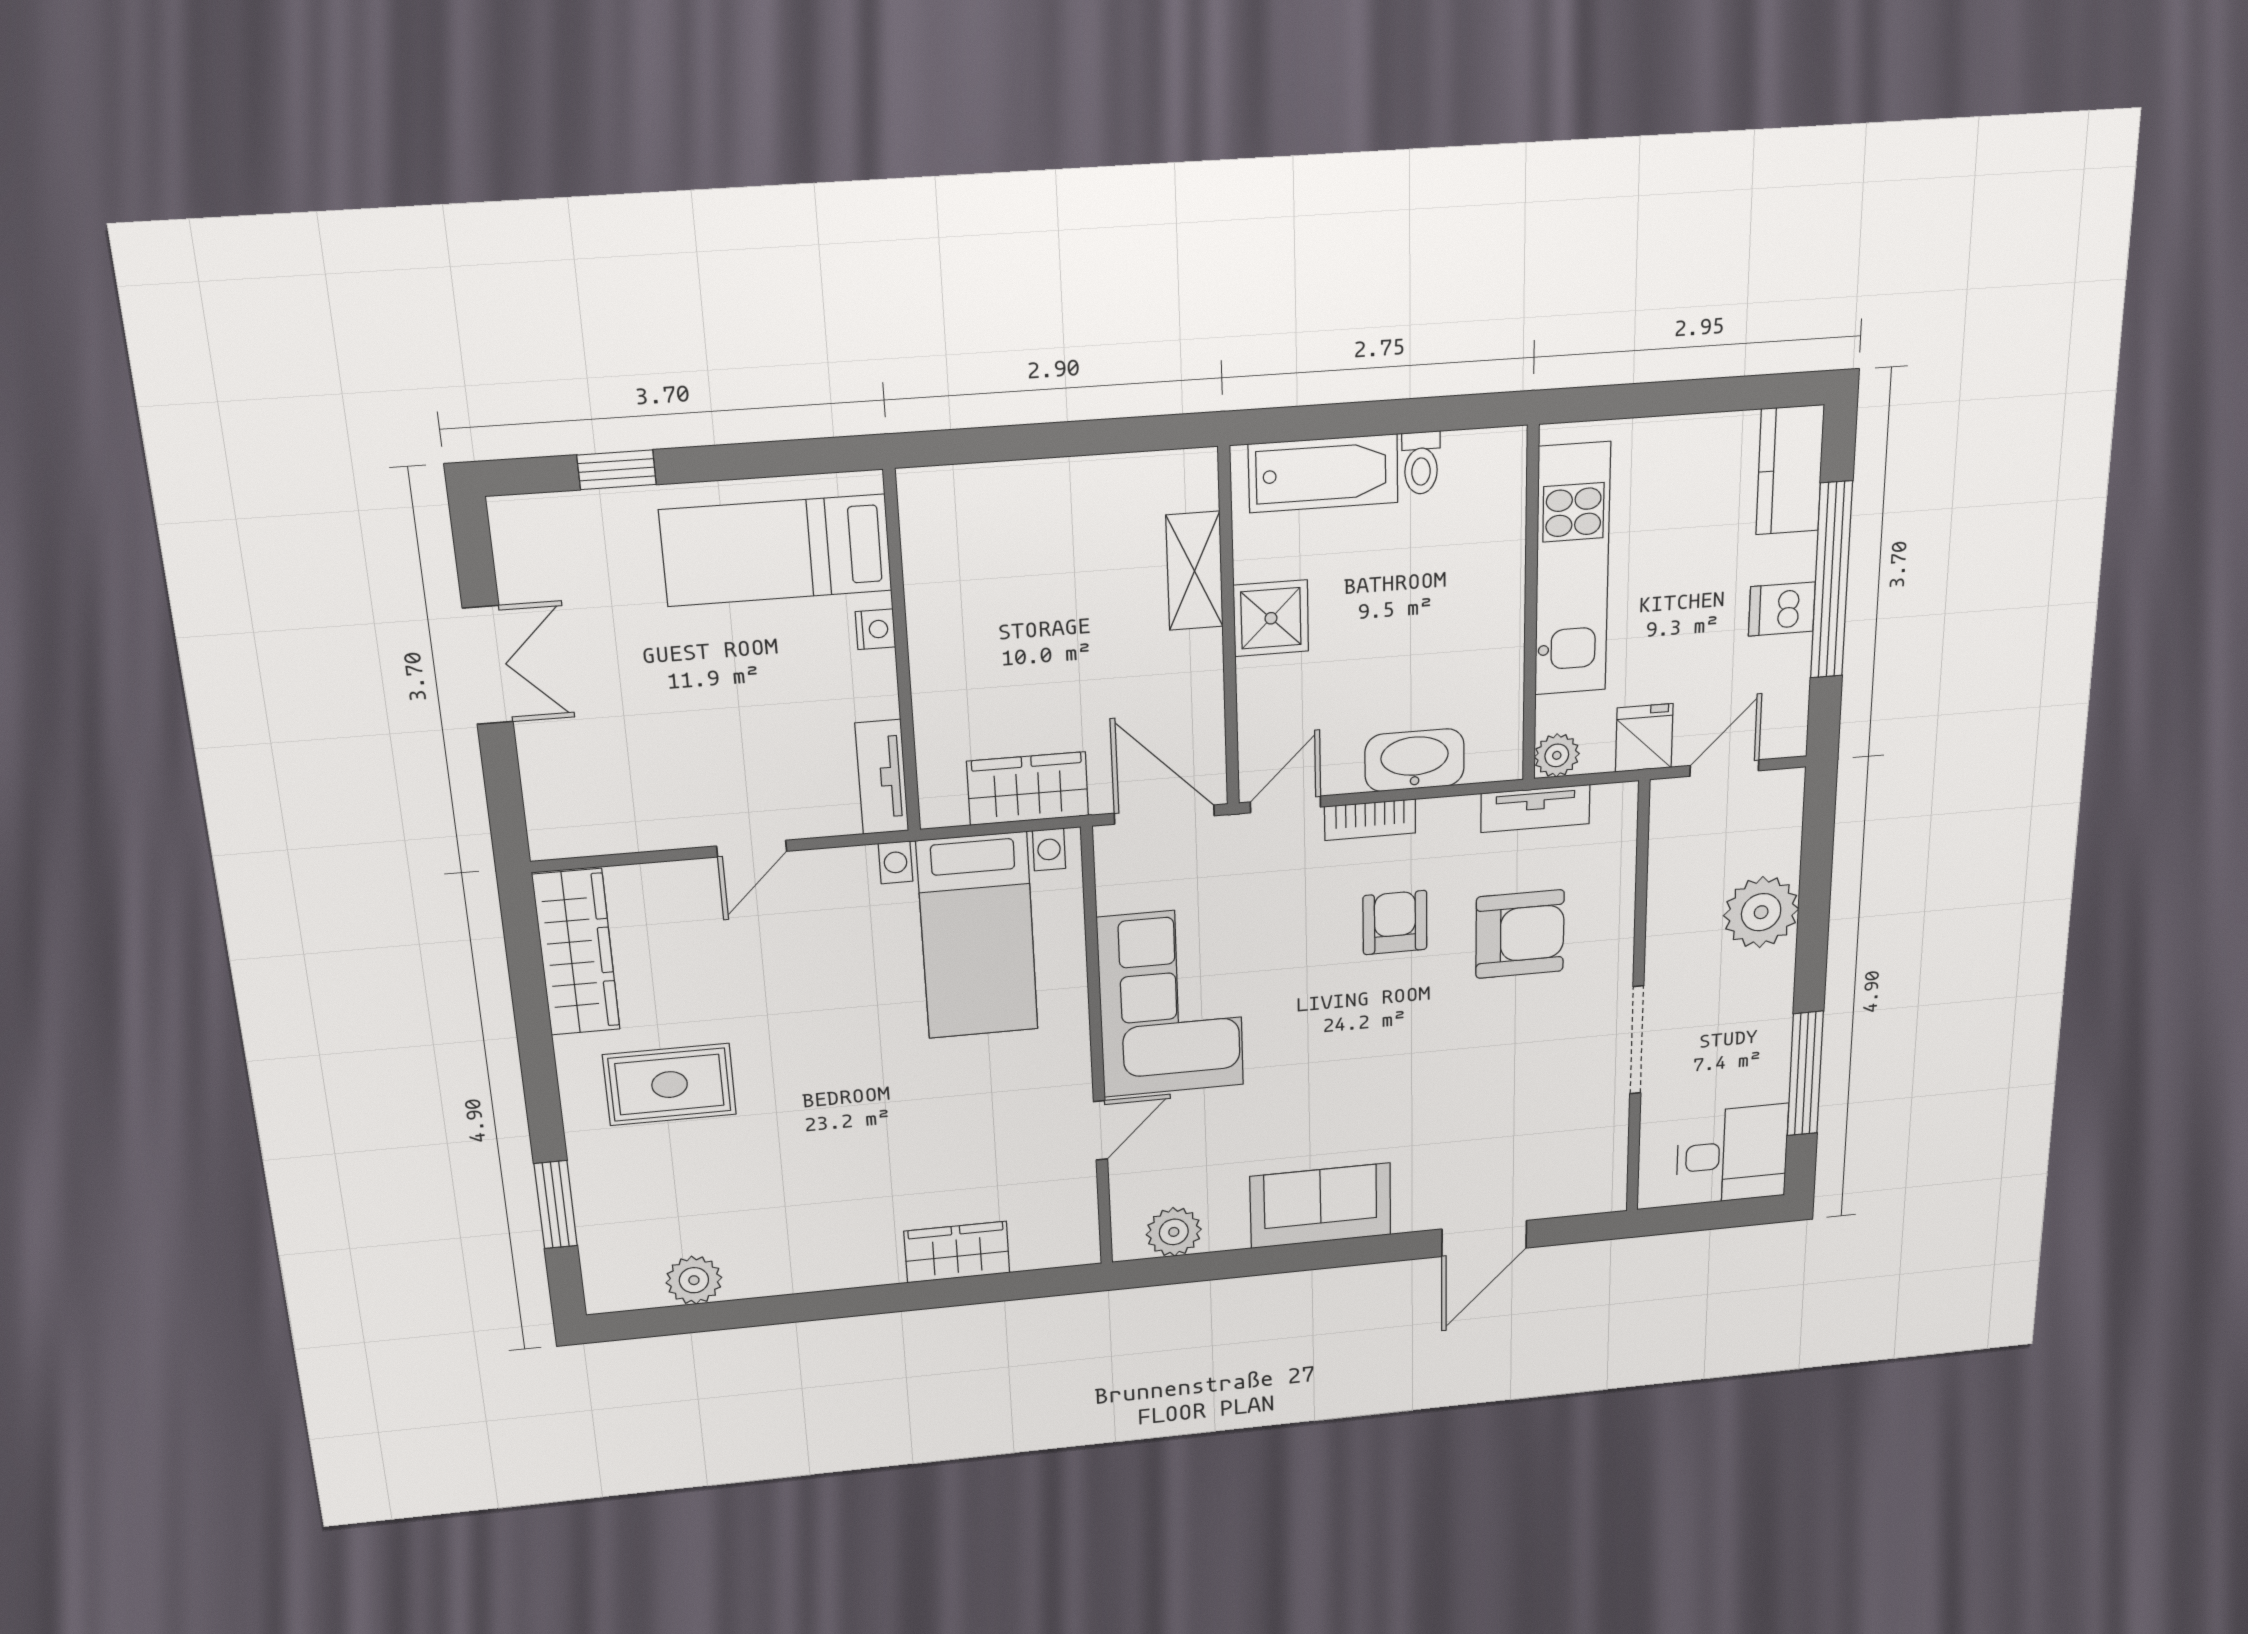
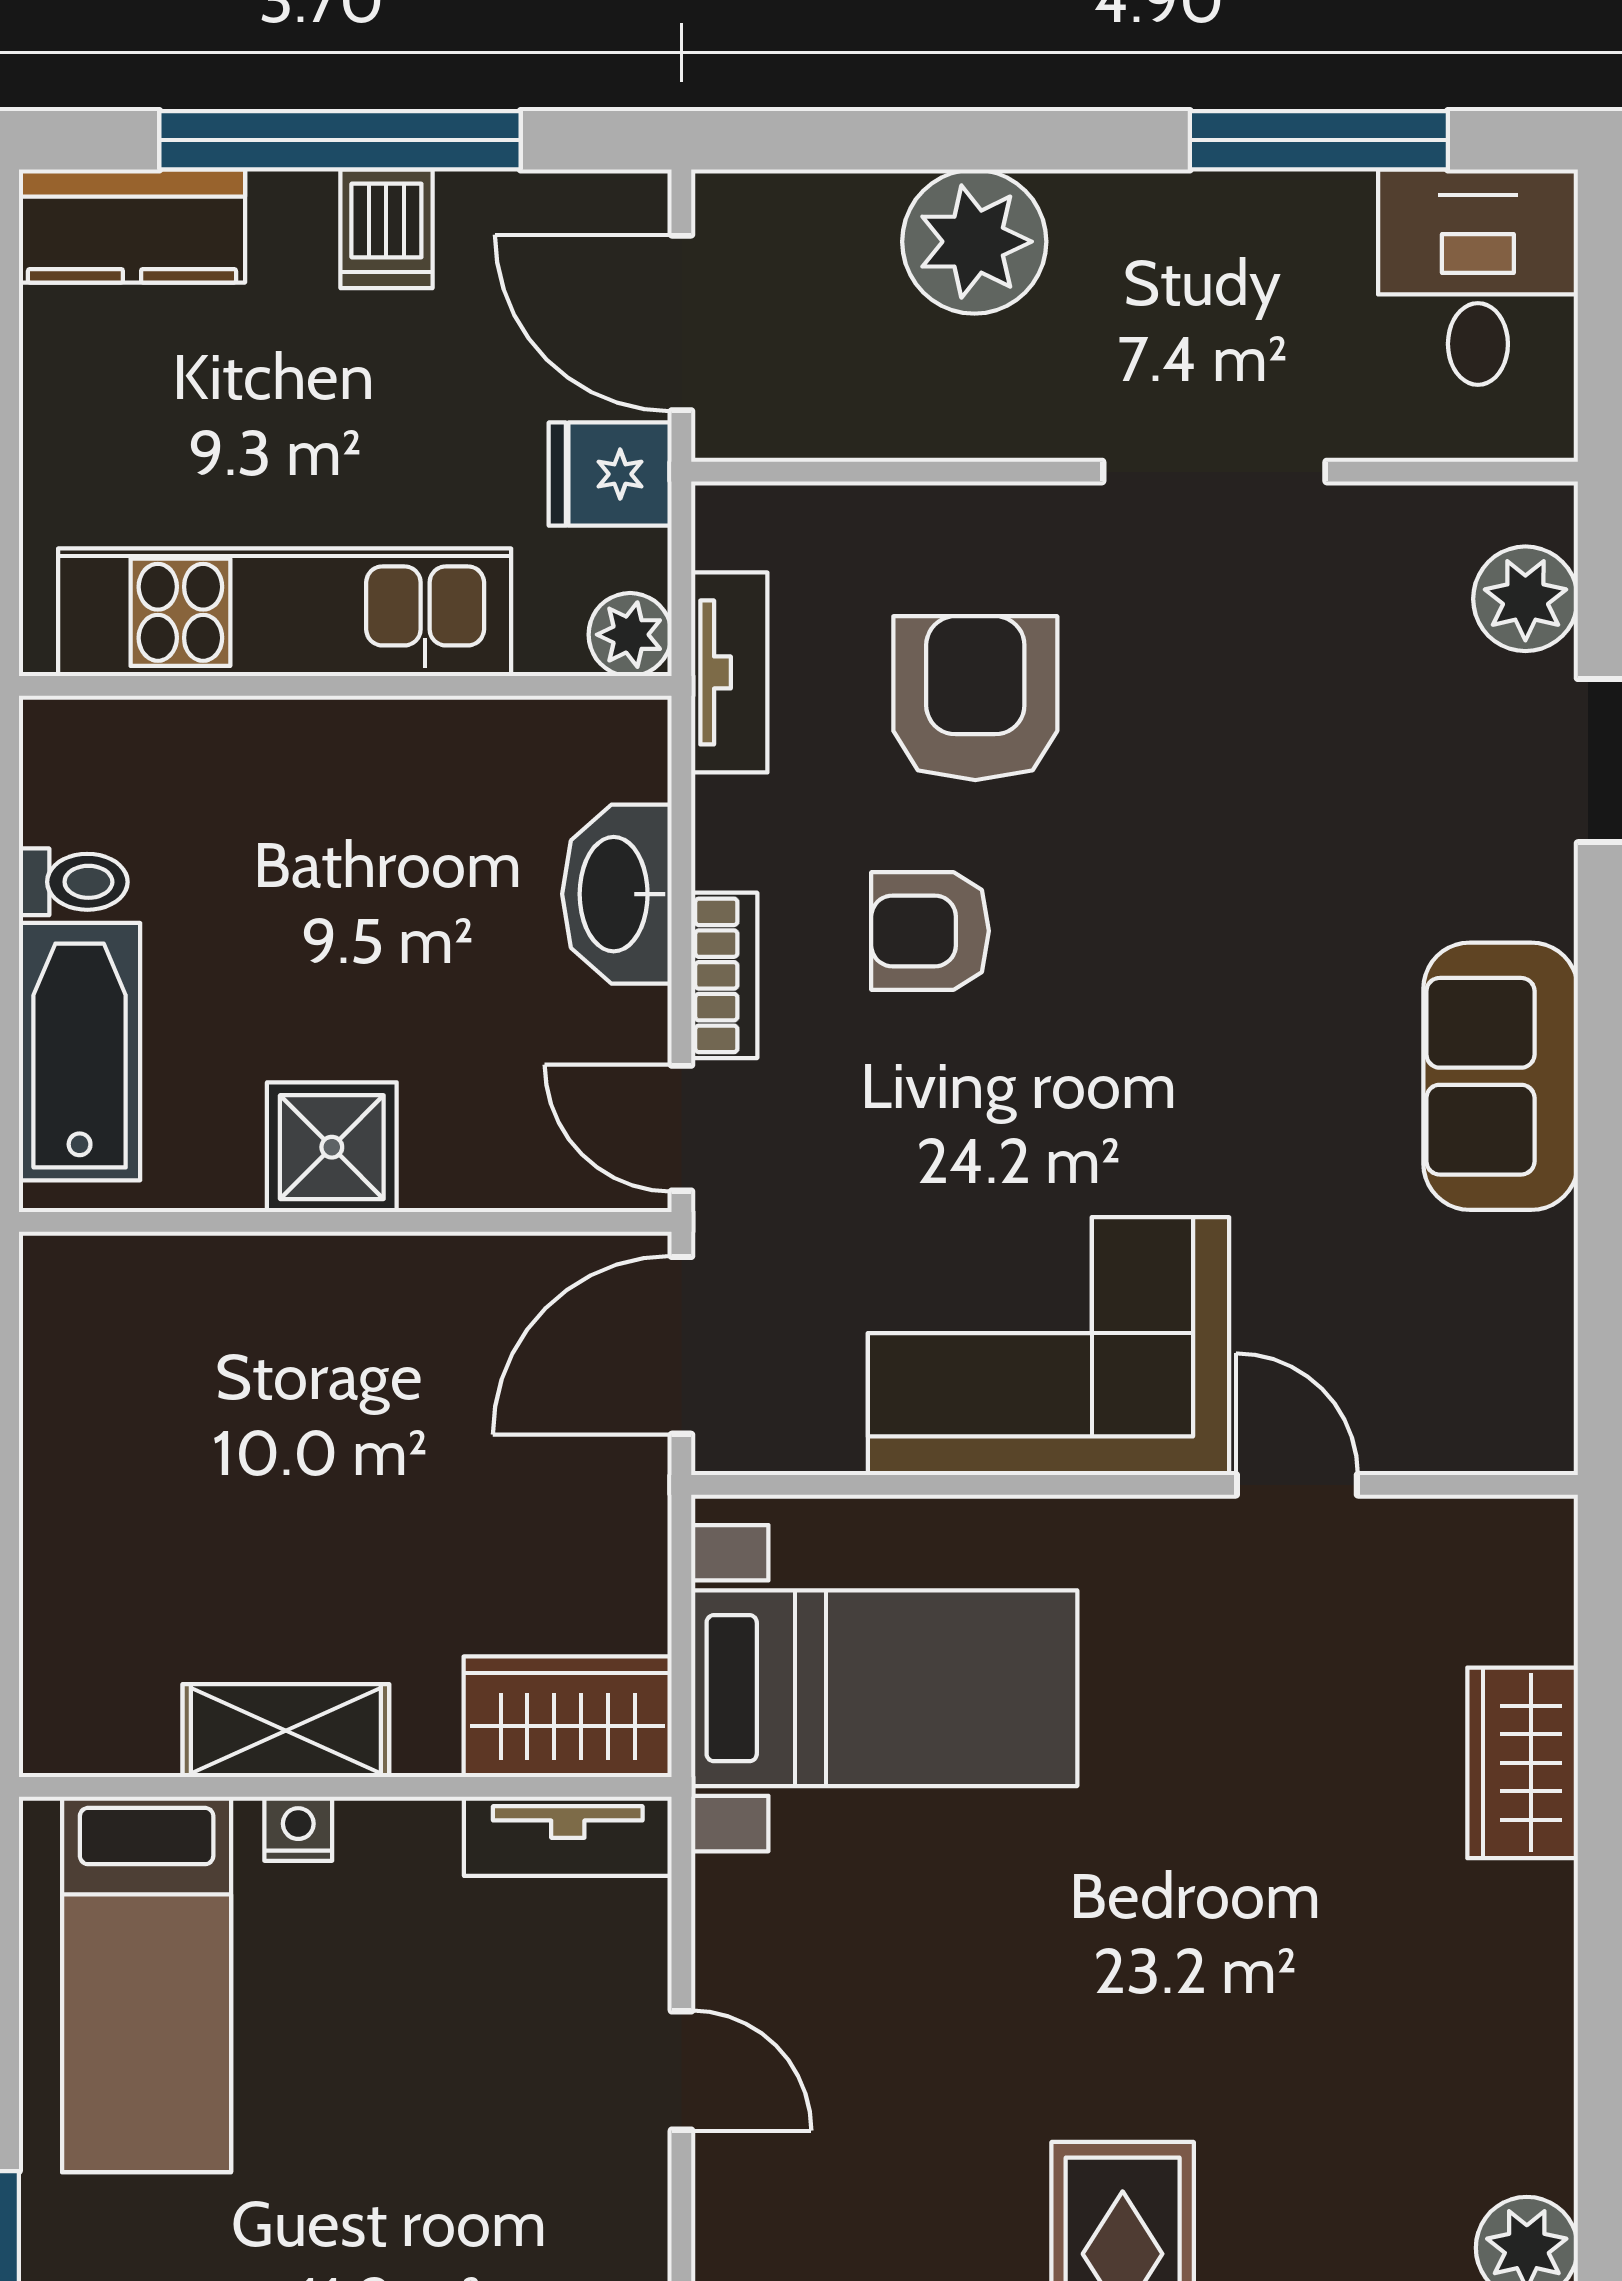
shelving: (1195, 571) -> (286, 1731), moved
door: (1724, 768) -> (681, 323), width x1.38
wardrobe: (1028, 789) -> (568, 1717), moved, turned 90
plant: (1174, 1232) -> (1525, 599), moved

